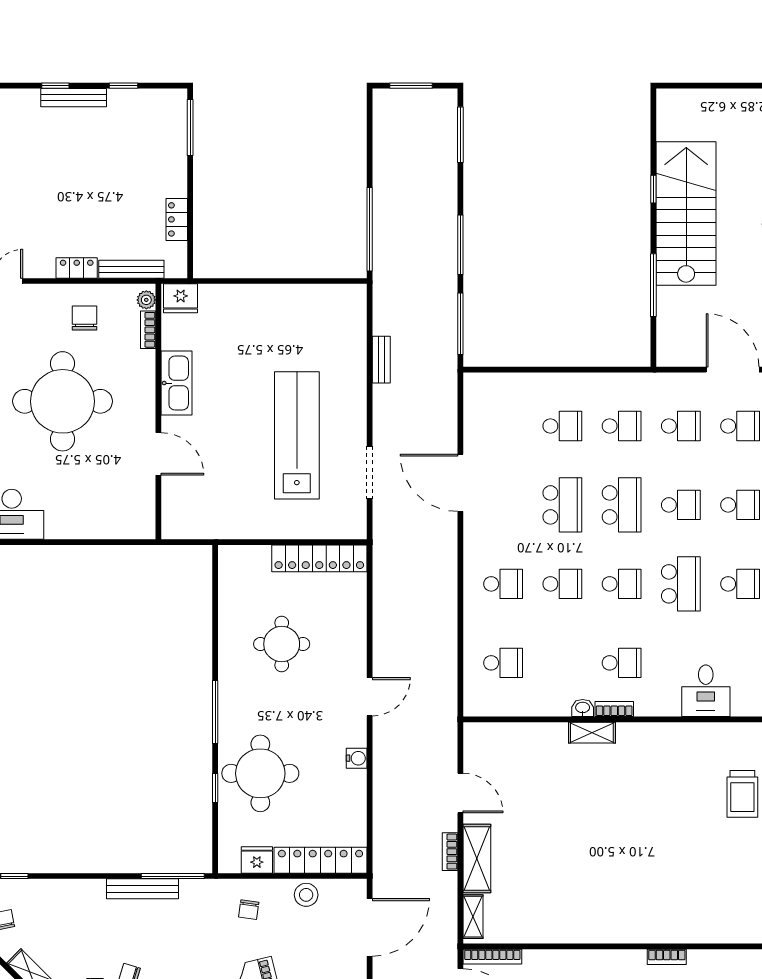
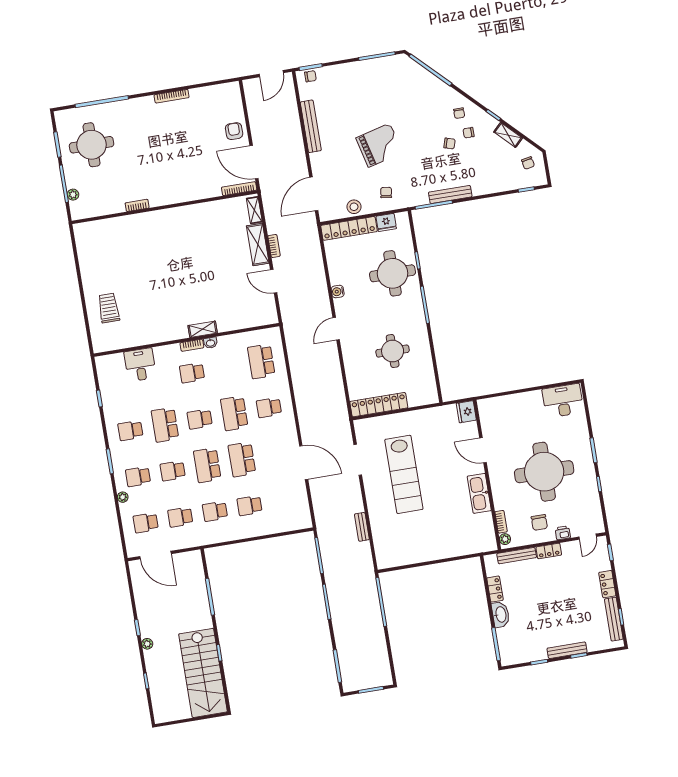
washbasin: (175, 175) -> (501, 615), added
stairs: (686, 214) -> (203, 673), moved
printer: (48, 294) -> (563, 533), added
fridge: (181, 298) -> (466, 412), moved, turned -90
school desk: (562, 584) -> (234, 413), width x1.85
school desk: (503, 663) -> (261, 361), width x1.85

